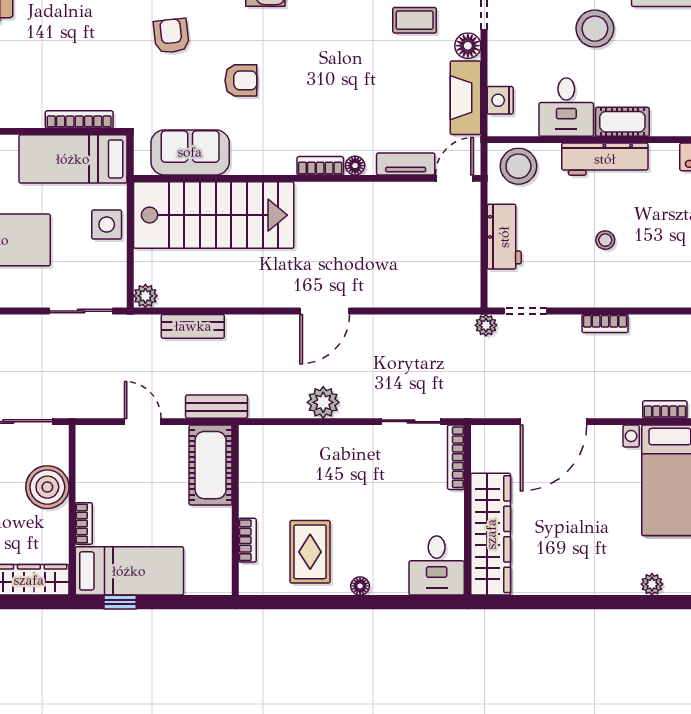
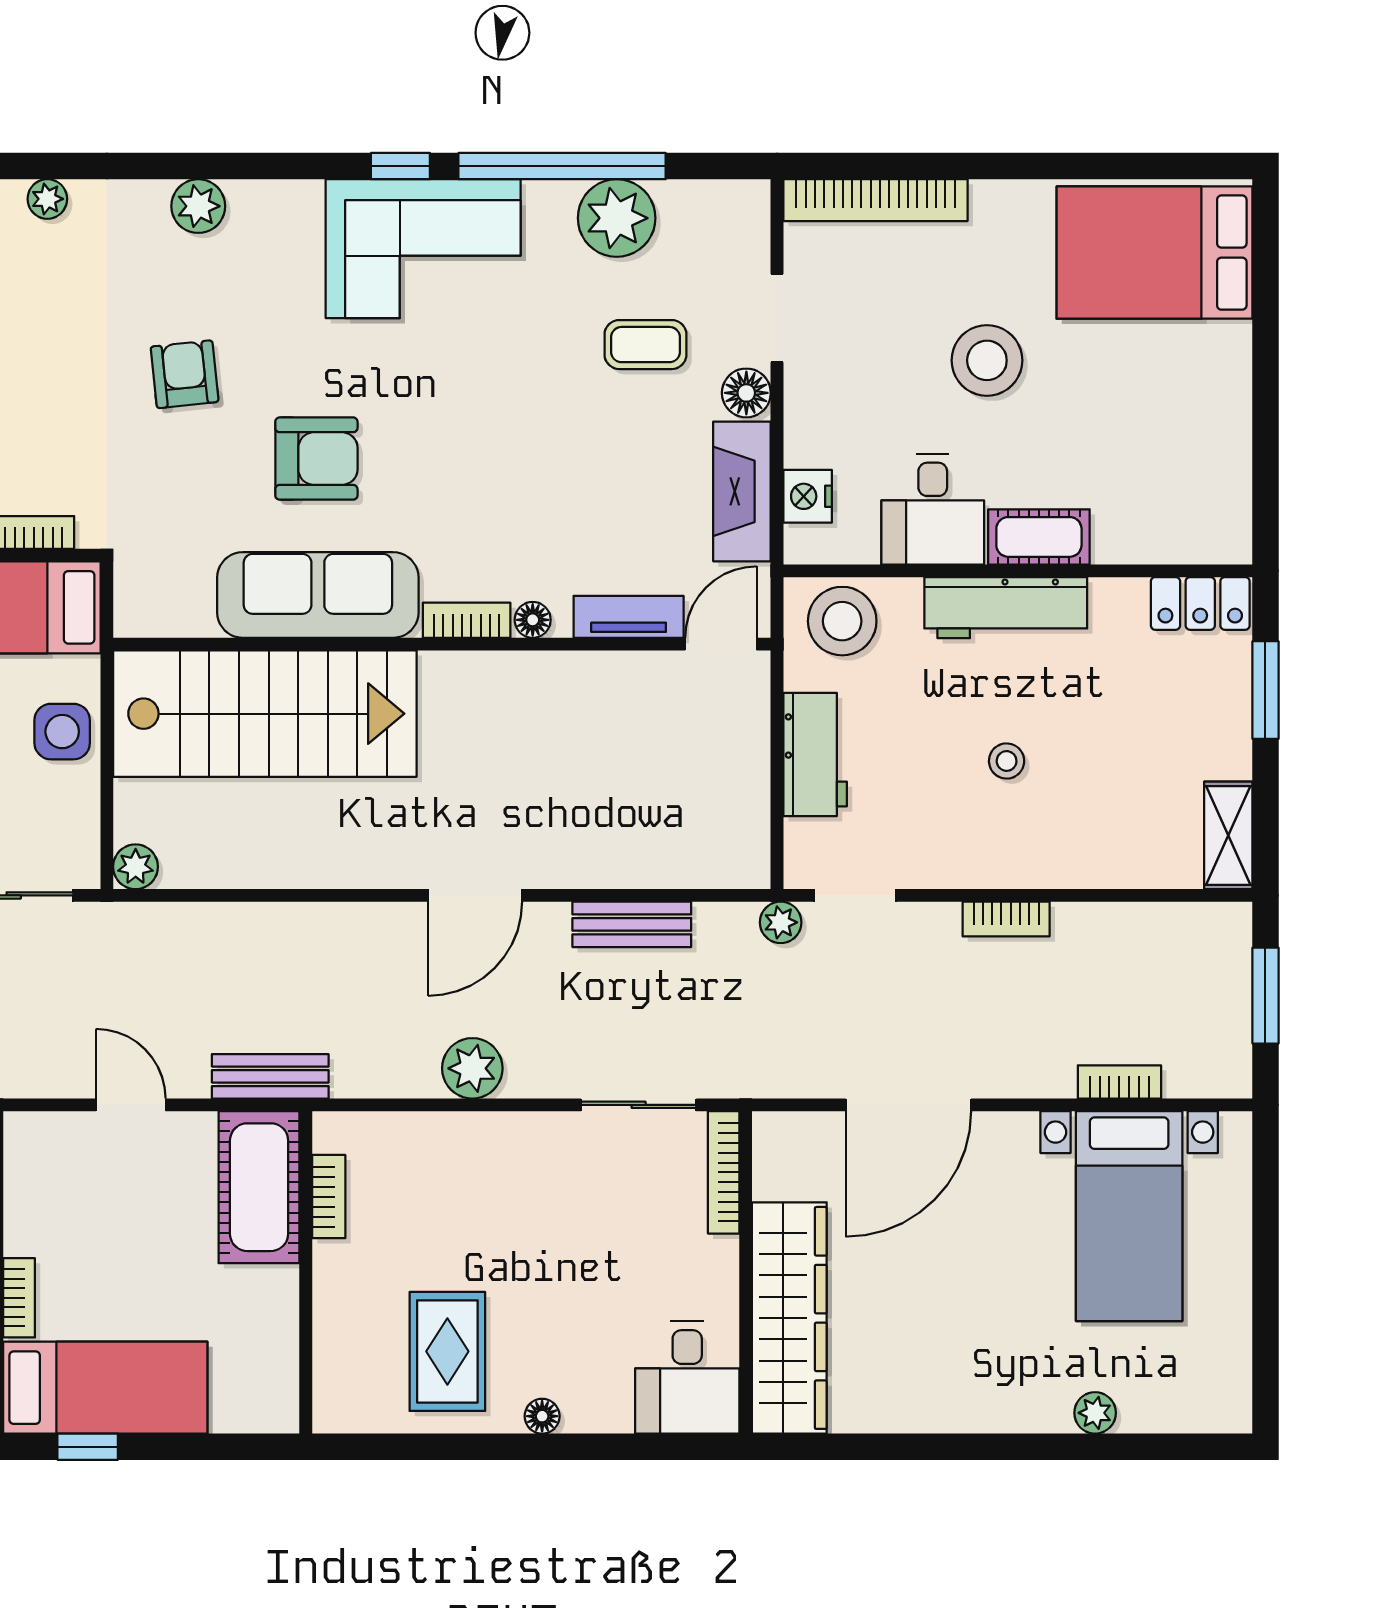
armchair: (241, 80) -> (316, 459), width x1.38, depth x1.38
sofa: (190, 152) -> (318, 595), moved, width x1.36
bench: (193, 326) -> (632, 924), moved
bookcase: (247, 540) -> (329, 1197), moved

